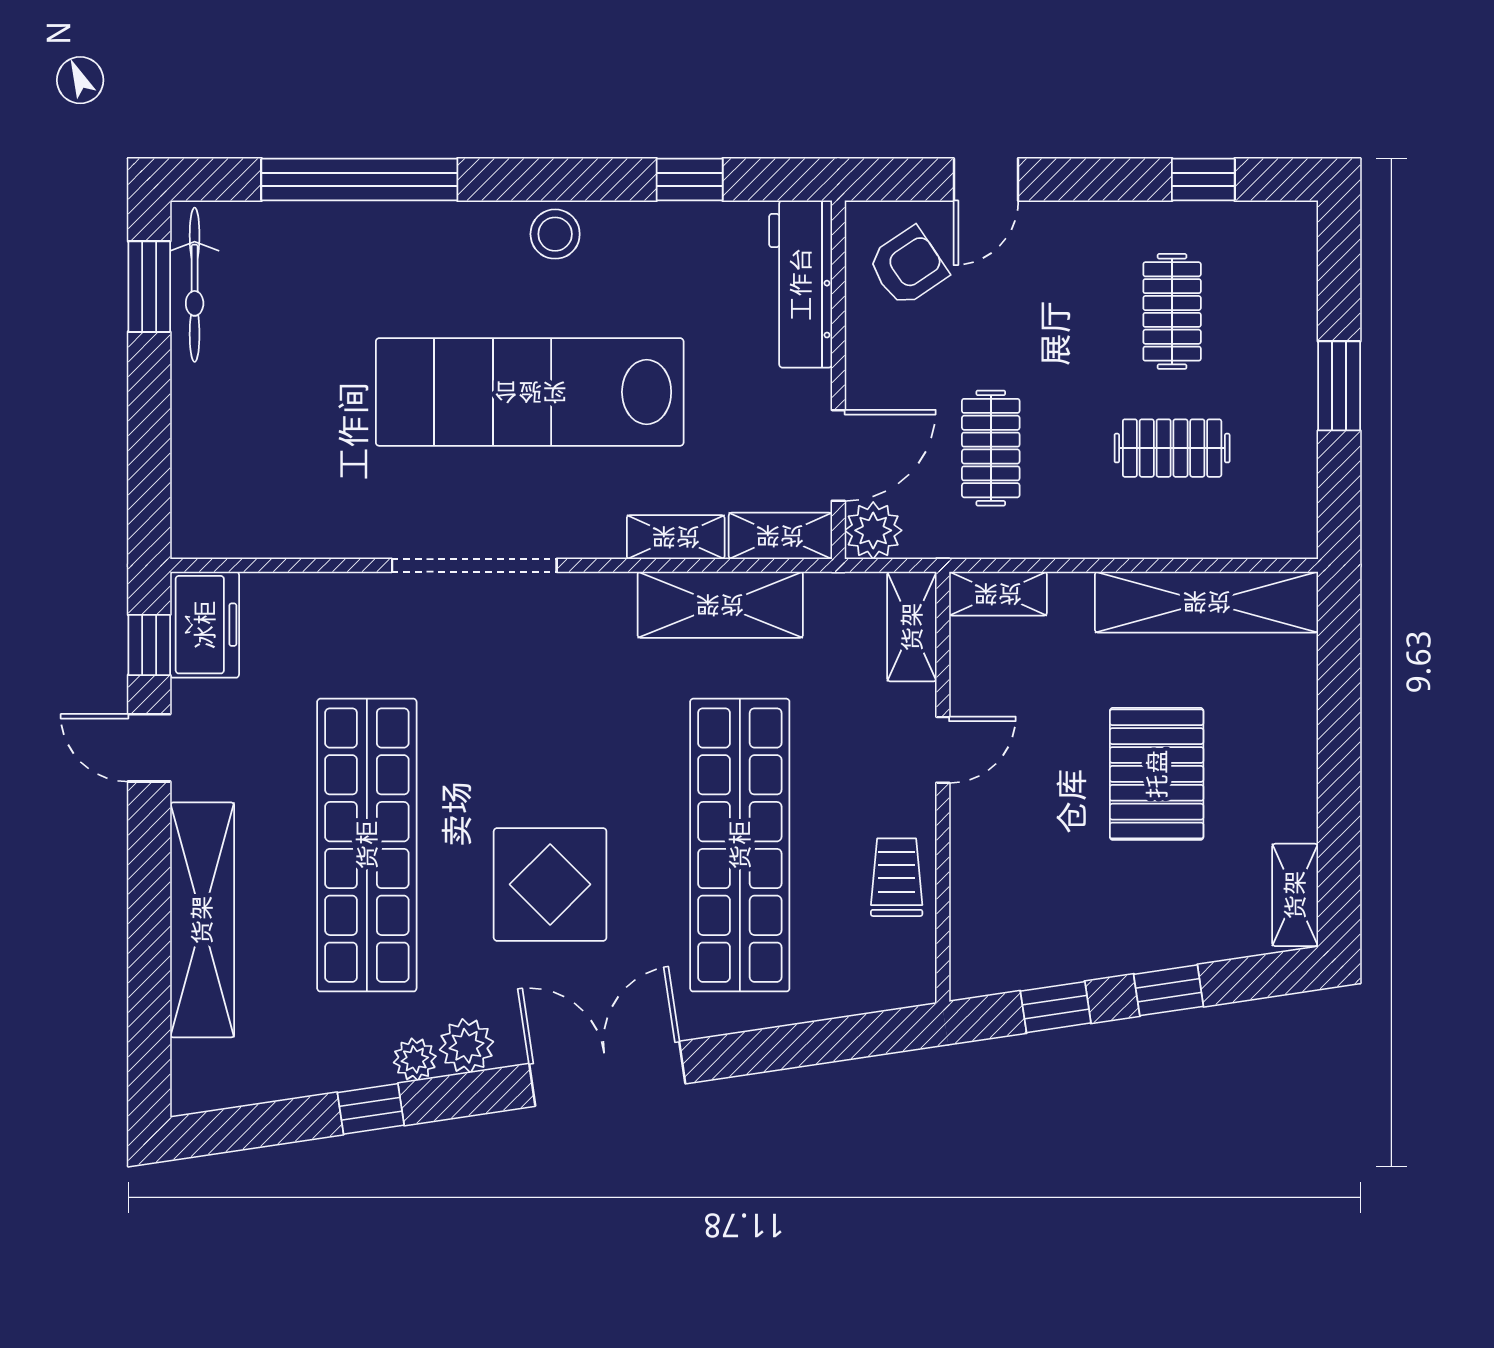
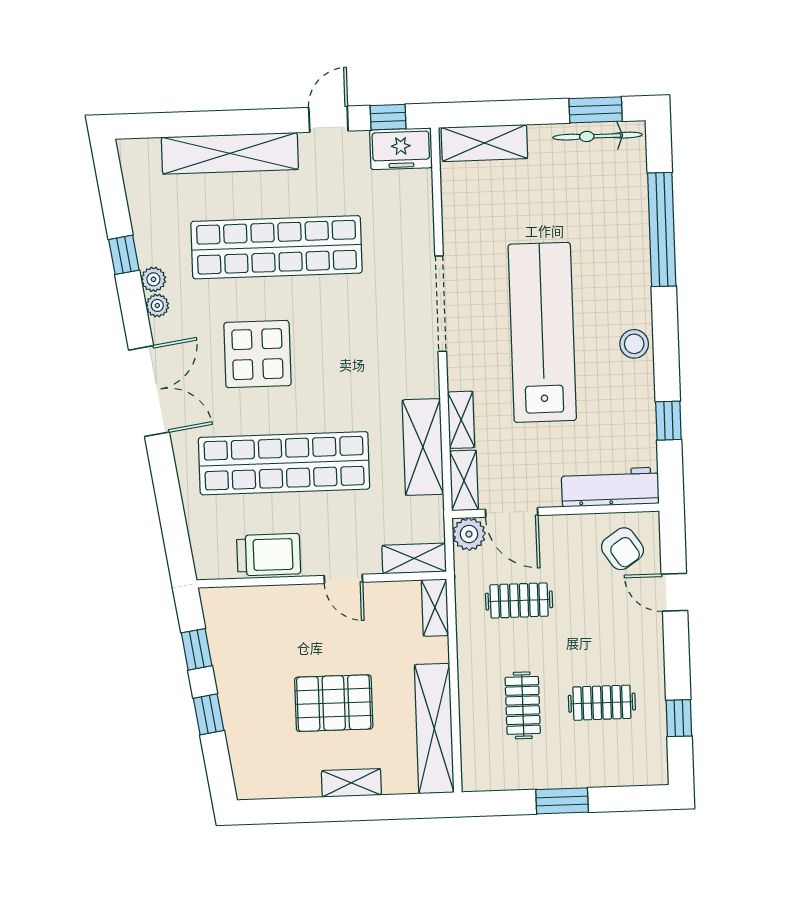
shelving: (200, 480) -> (484, 143), added
trolley: (897, 877) -> (269, 555), width x1.36, depth x1.39
shelving: (1295, 895) -> (351, 783), moved
plant: (467, 1046) -> (157, 305), width x0.73, depth x0.73

